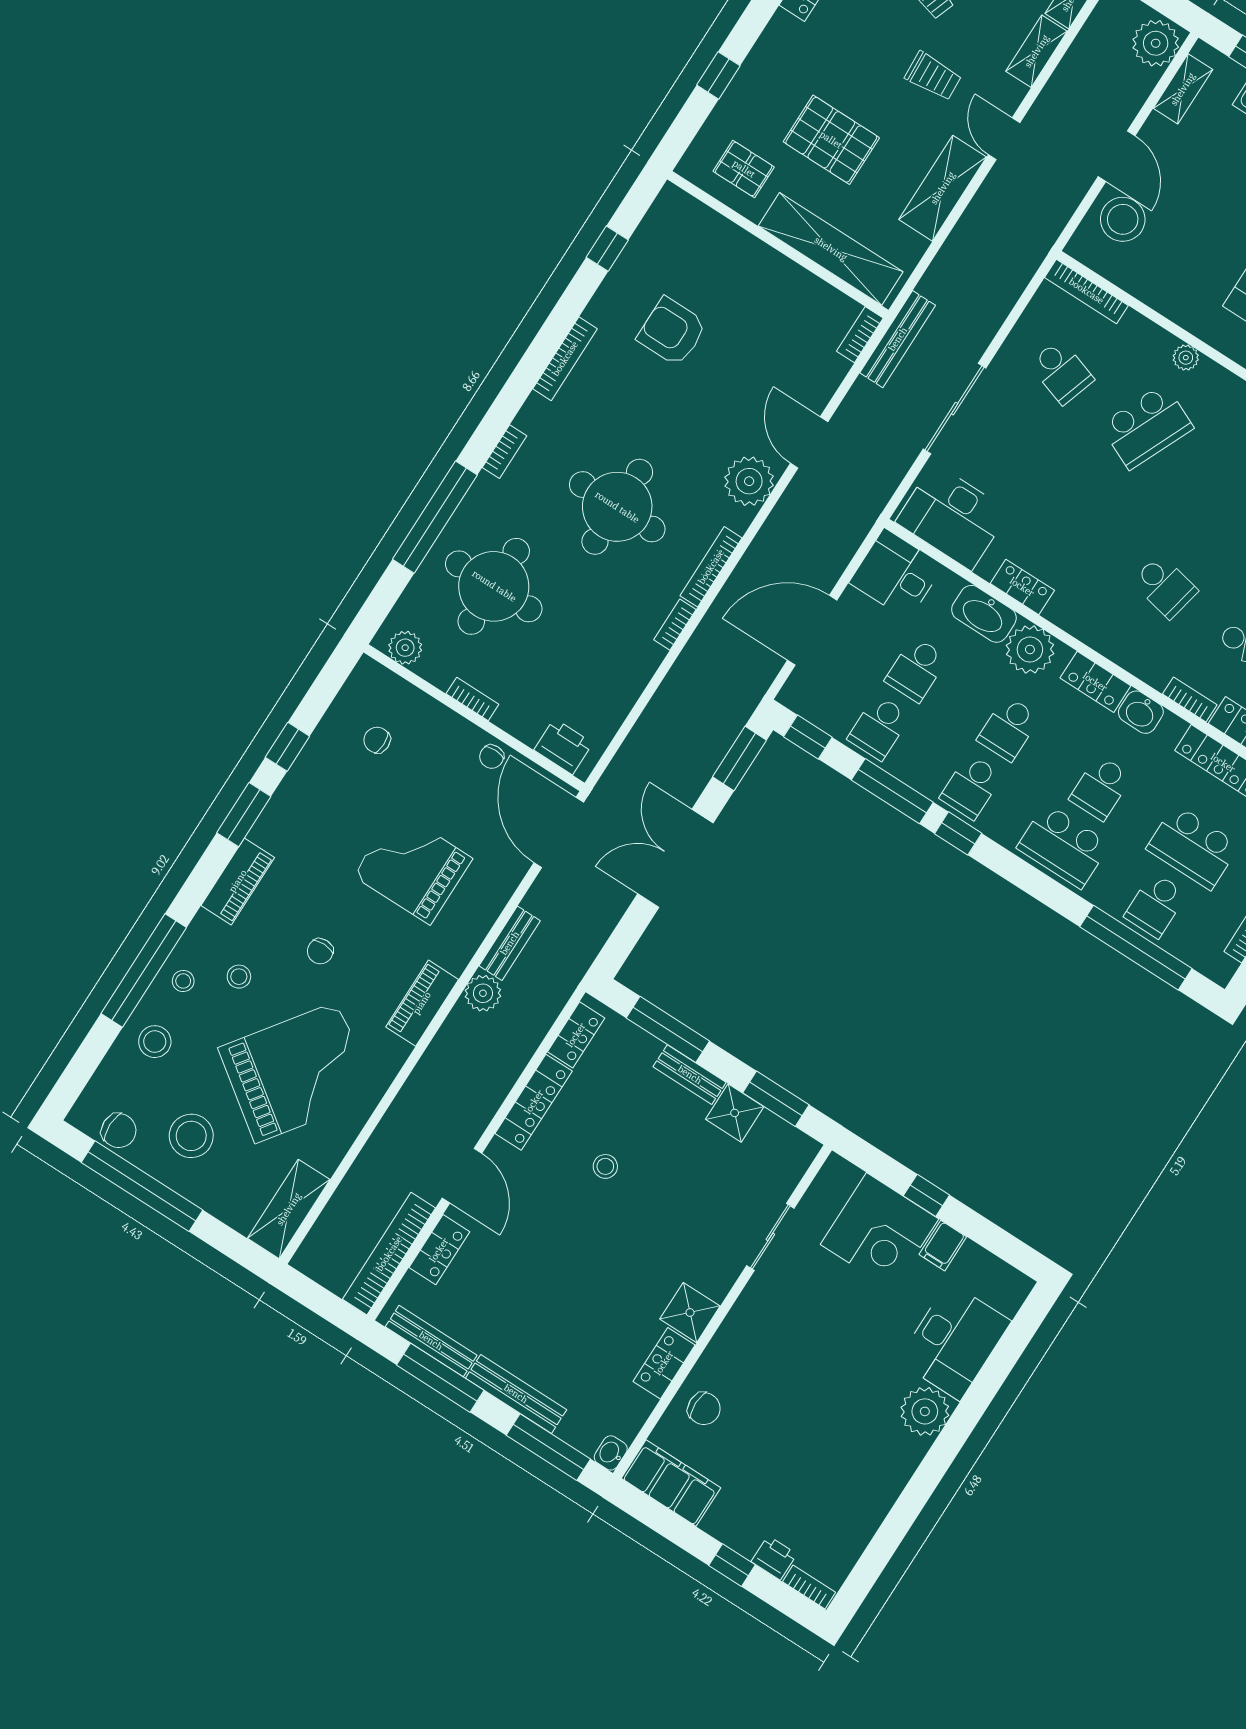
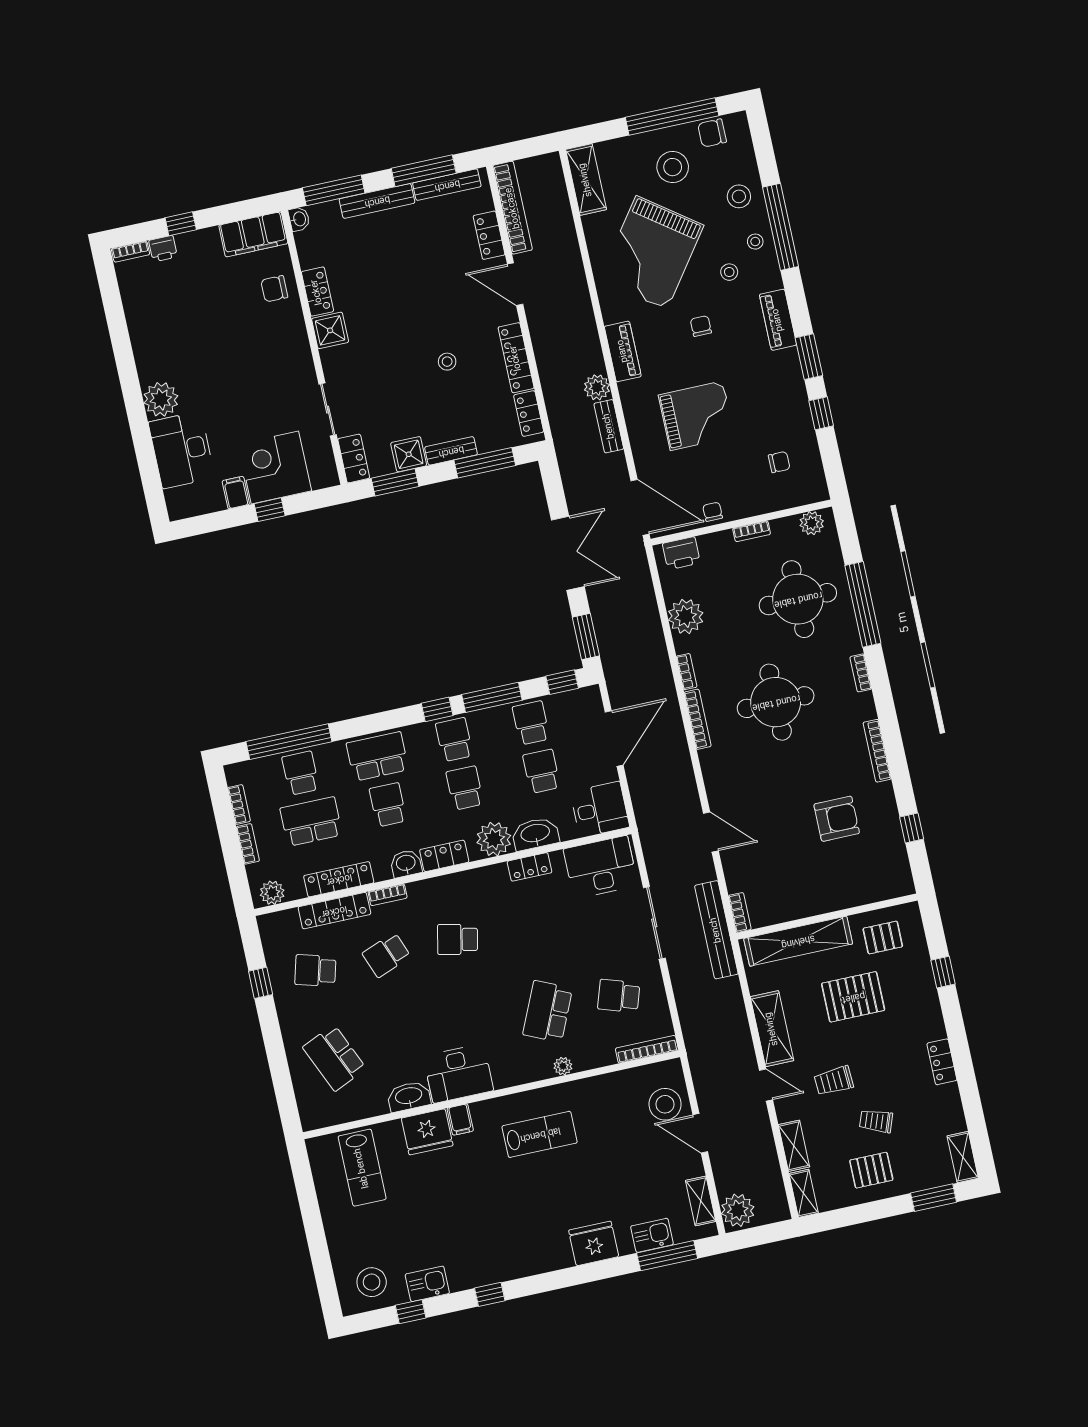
bench: (898, 339) -> (716, 930), width x1.37, depth x1.21
plant: (749, 481) -> (686, 616), moved
locker: (793, 1163) -> (354, 458), added

